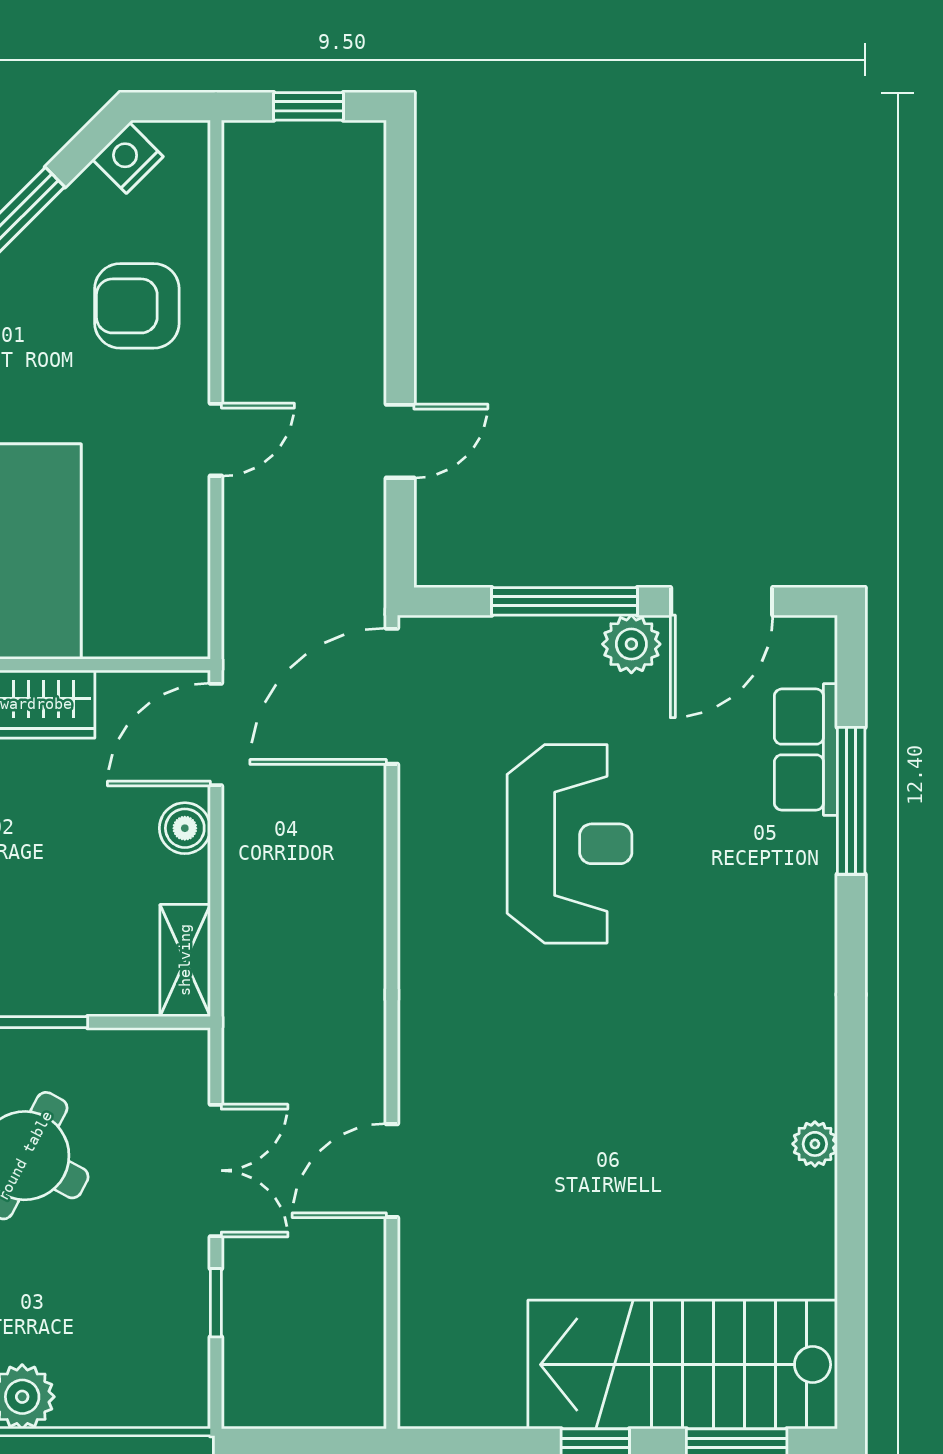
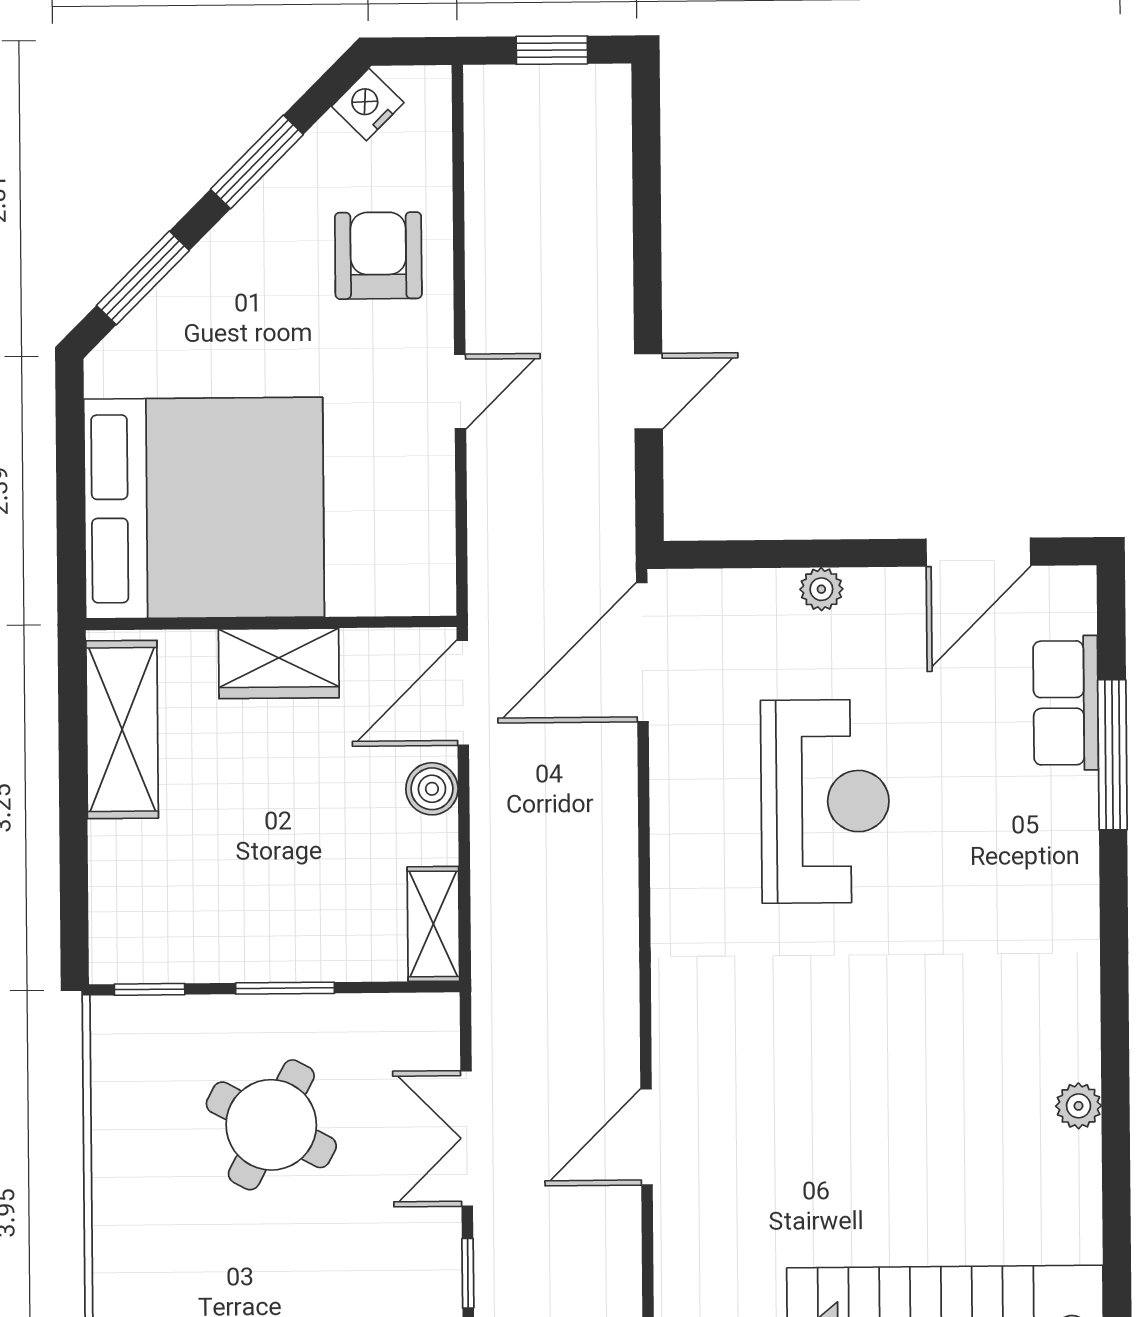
armchair: (137, 306) -> (378, 256), turned 90
window: (565, 601) -> (818, 554), removed
plant: (631, 644) -> (821, 589), moved, width x0.73, depth x0.73
double door: (216, 1171) -> (467, 1138), swing flipped

